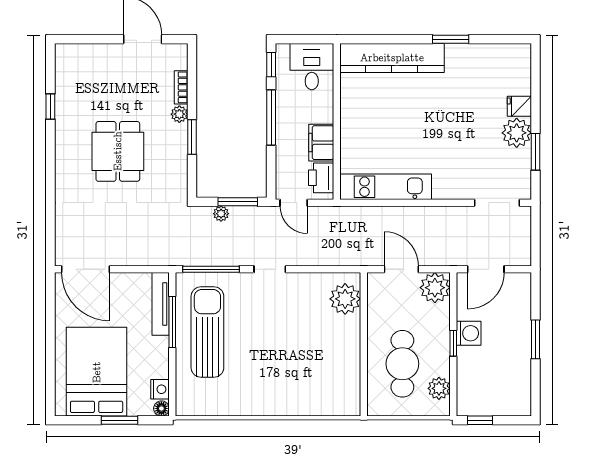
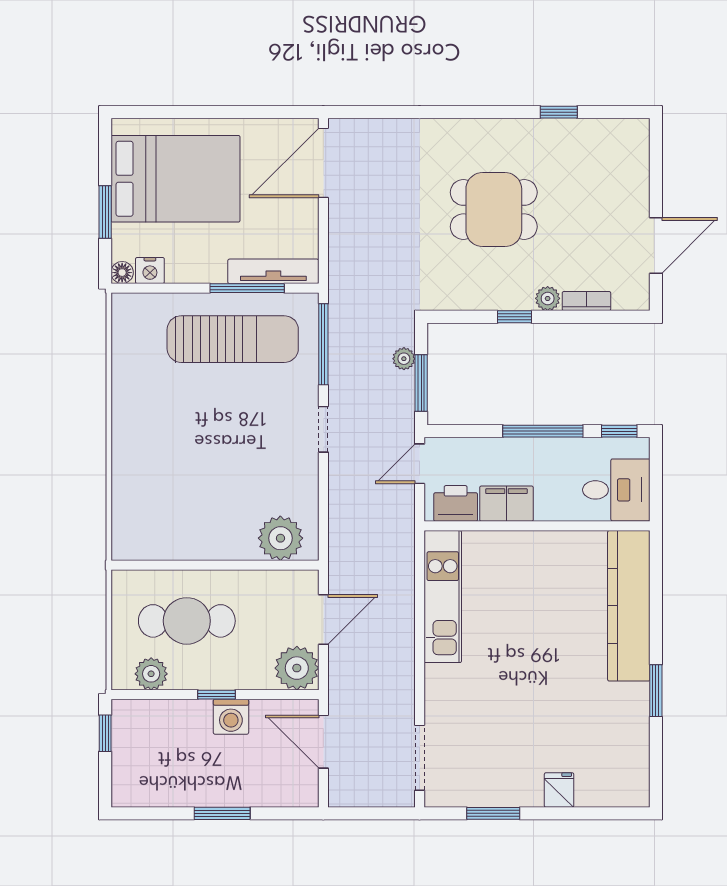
plant: (517, 133) -> (521, 786), removed
window: (192, 137) -> (515, 317), width x0.67

